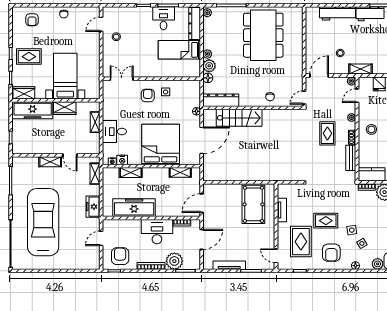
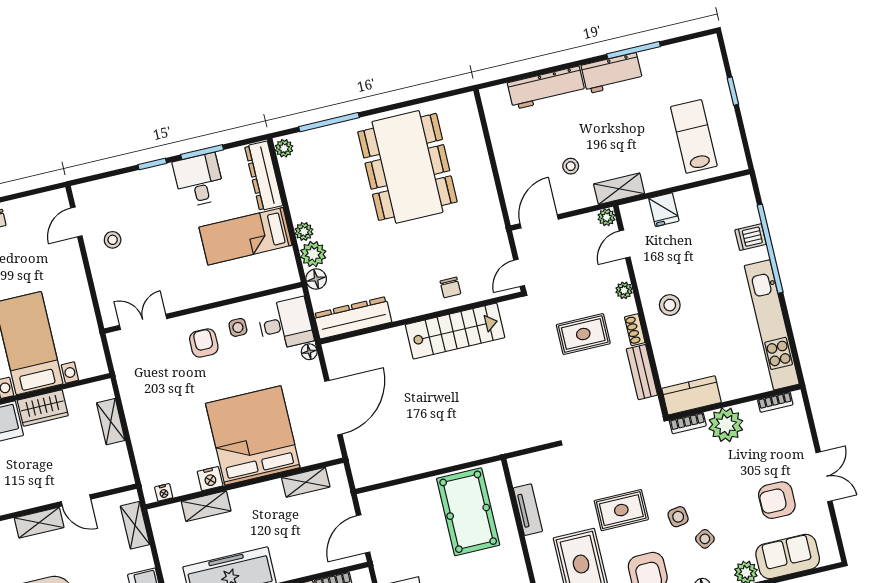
stairs: (239, 118) -> (455, 331), moved
desk: (114, 132) -> (285, 324), moved, turned 180
rug: (327, 133) -> (583, 334), turned 90
nightstand: (122, 160) -> (210, 479), moved

